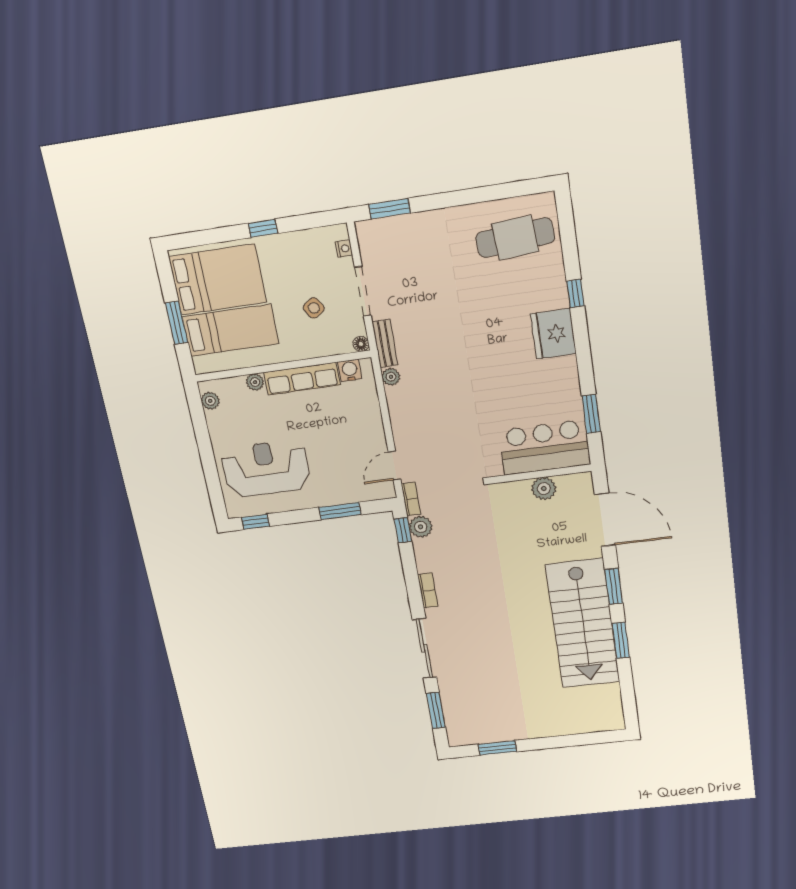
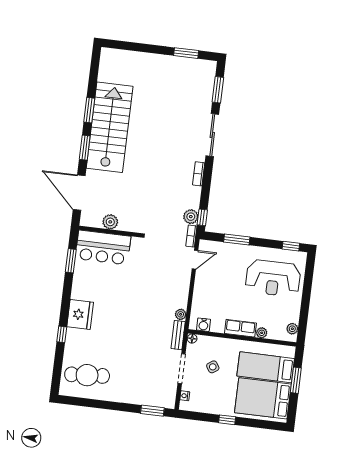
row of seats: (302, 379) -> (240, 328), width x0.68

